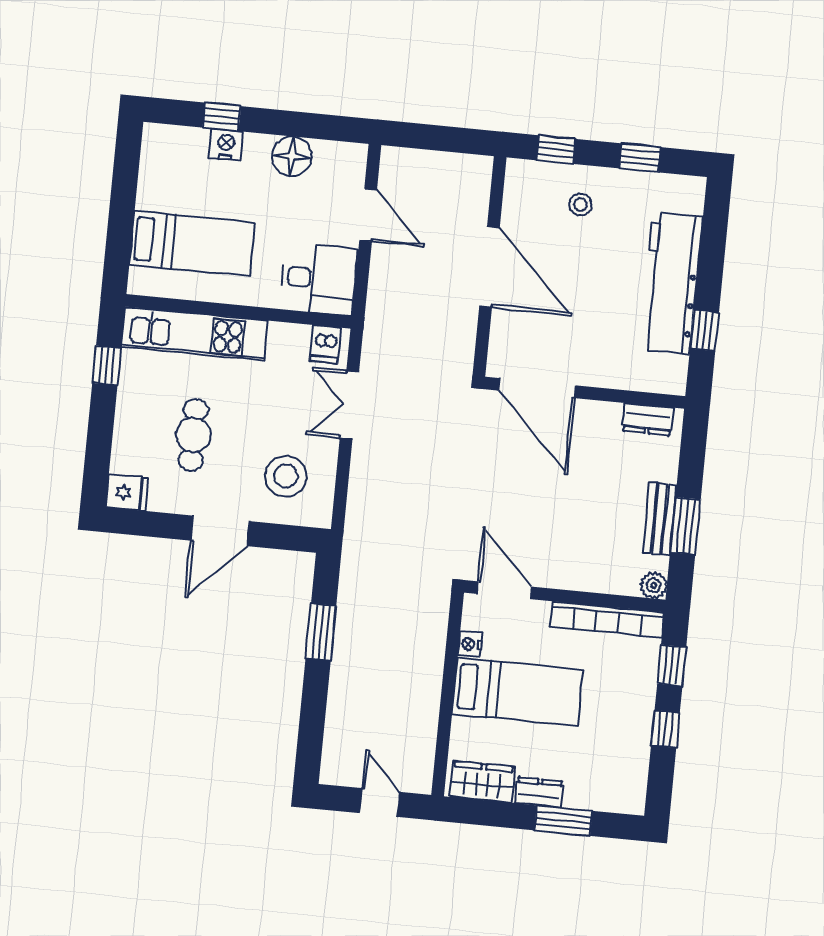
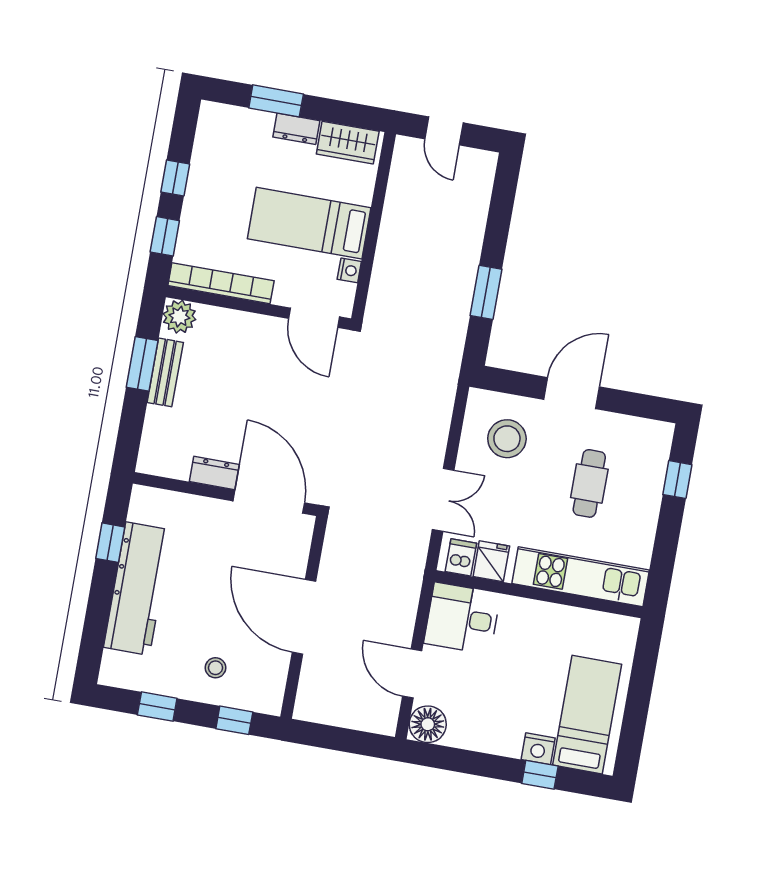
floor lamp: (292, 156) -> (428, 724), moved
bed: (192, 244) -> (587, 715), moved, turned 90
window: (107, 366) -> (677, 480), moved
dresser: (648, 419) -> (214, 473), moved
fridge: (127, 492) -> (491, 561), moved, turned 90
plant: (654, 585) -> (179, 317), width x1.38, depth x1.38

